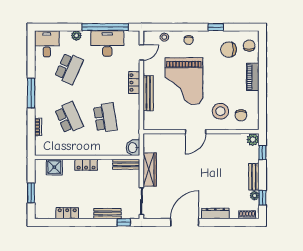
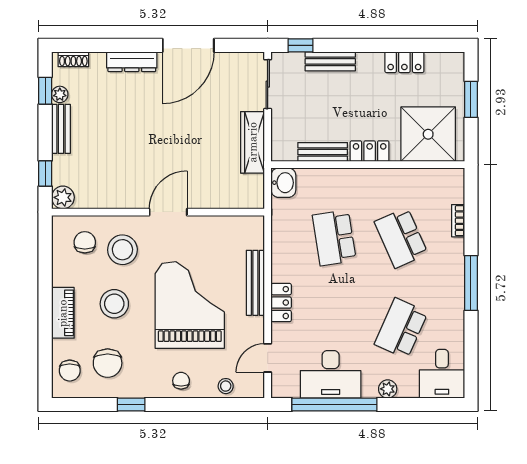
chair: (229, 50) -> (108, 363), turned 90
stool: (225, 82) -> (114, 304), added
bench: (126, 164) -> (323, 152), moved
shower: (54, 167) -> (428, 134), width x1.86, depth x1.86

